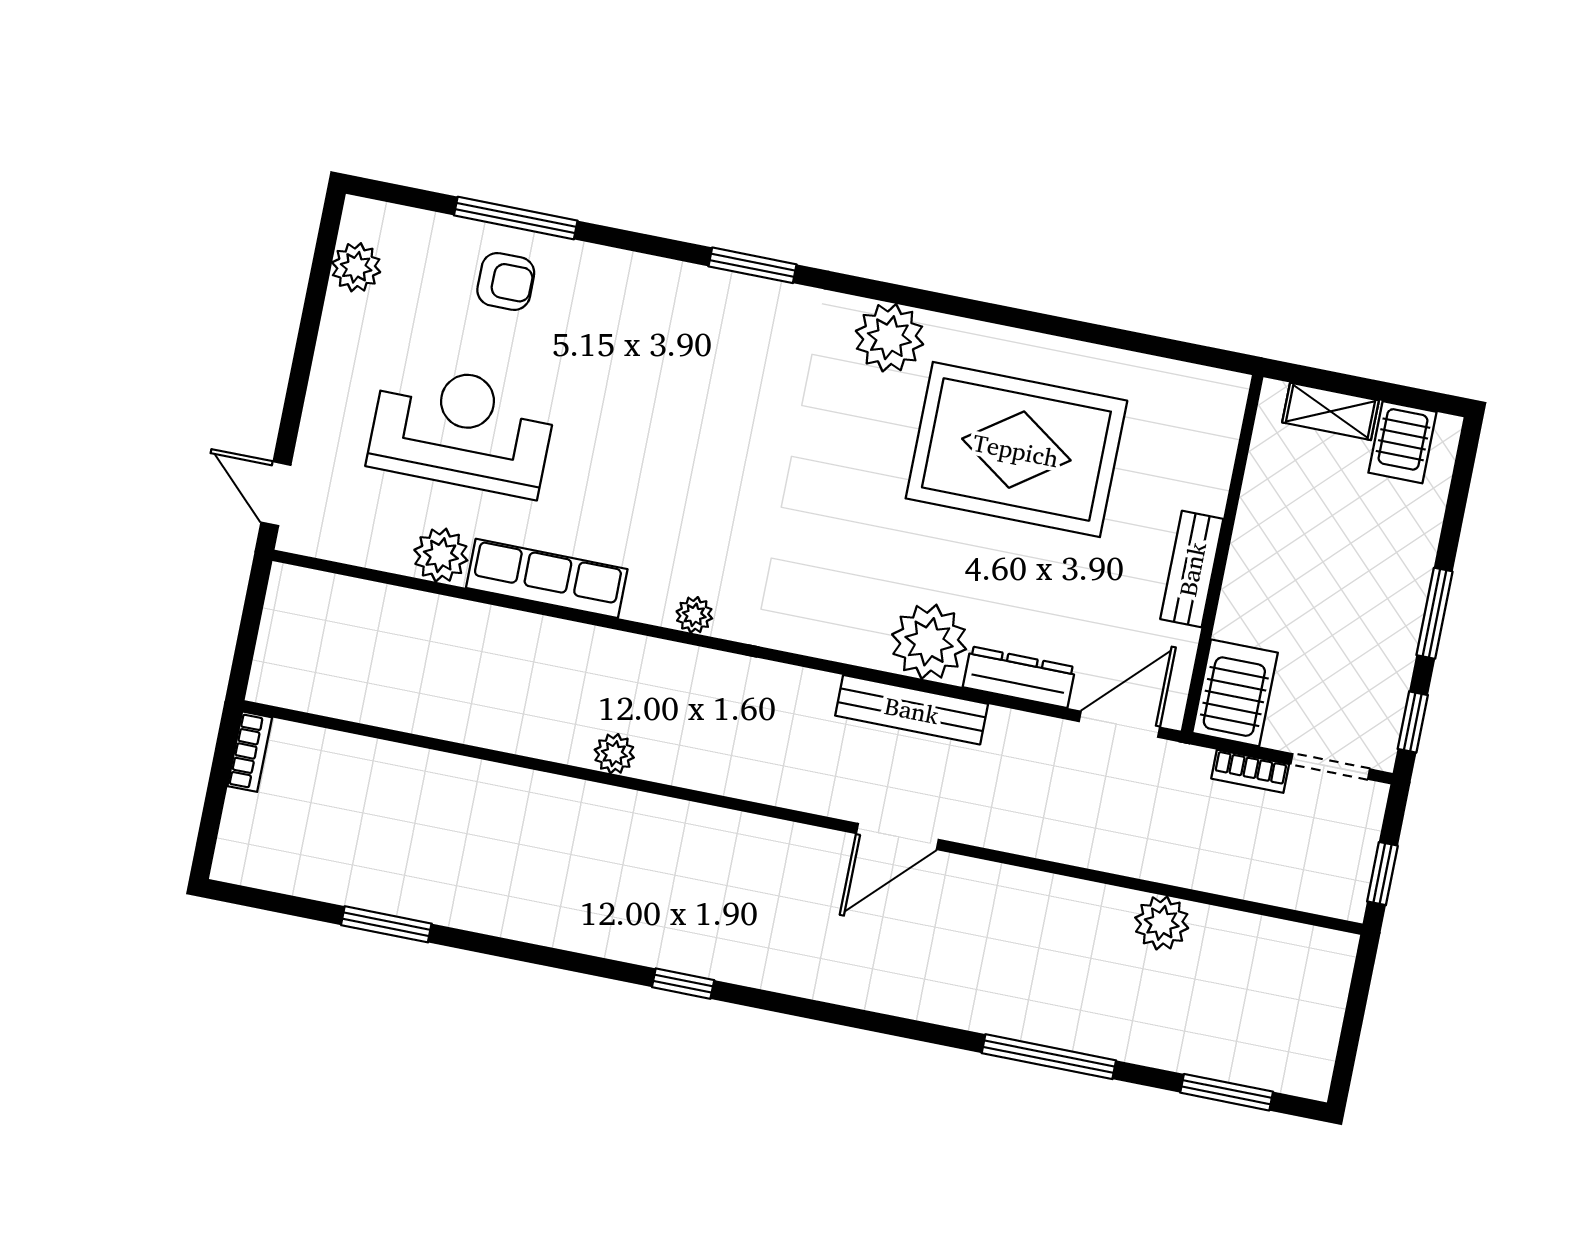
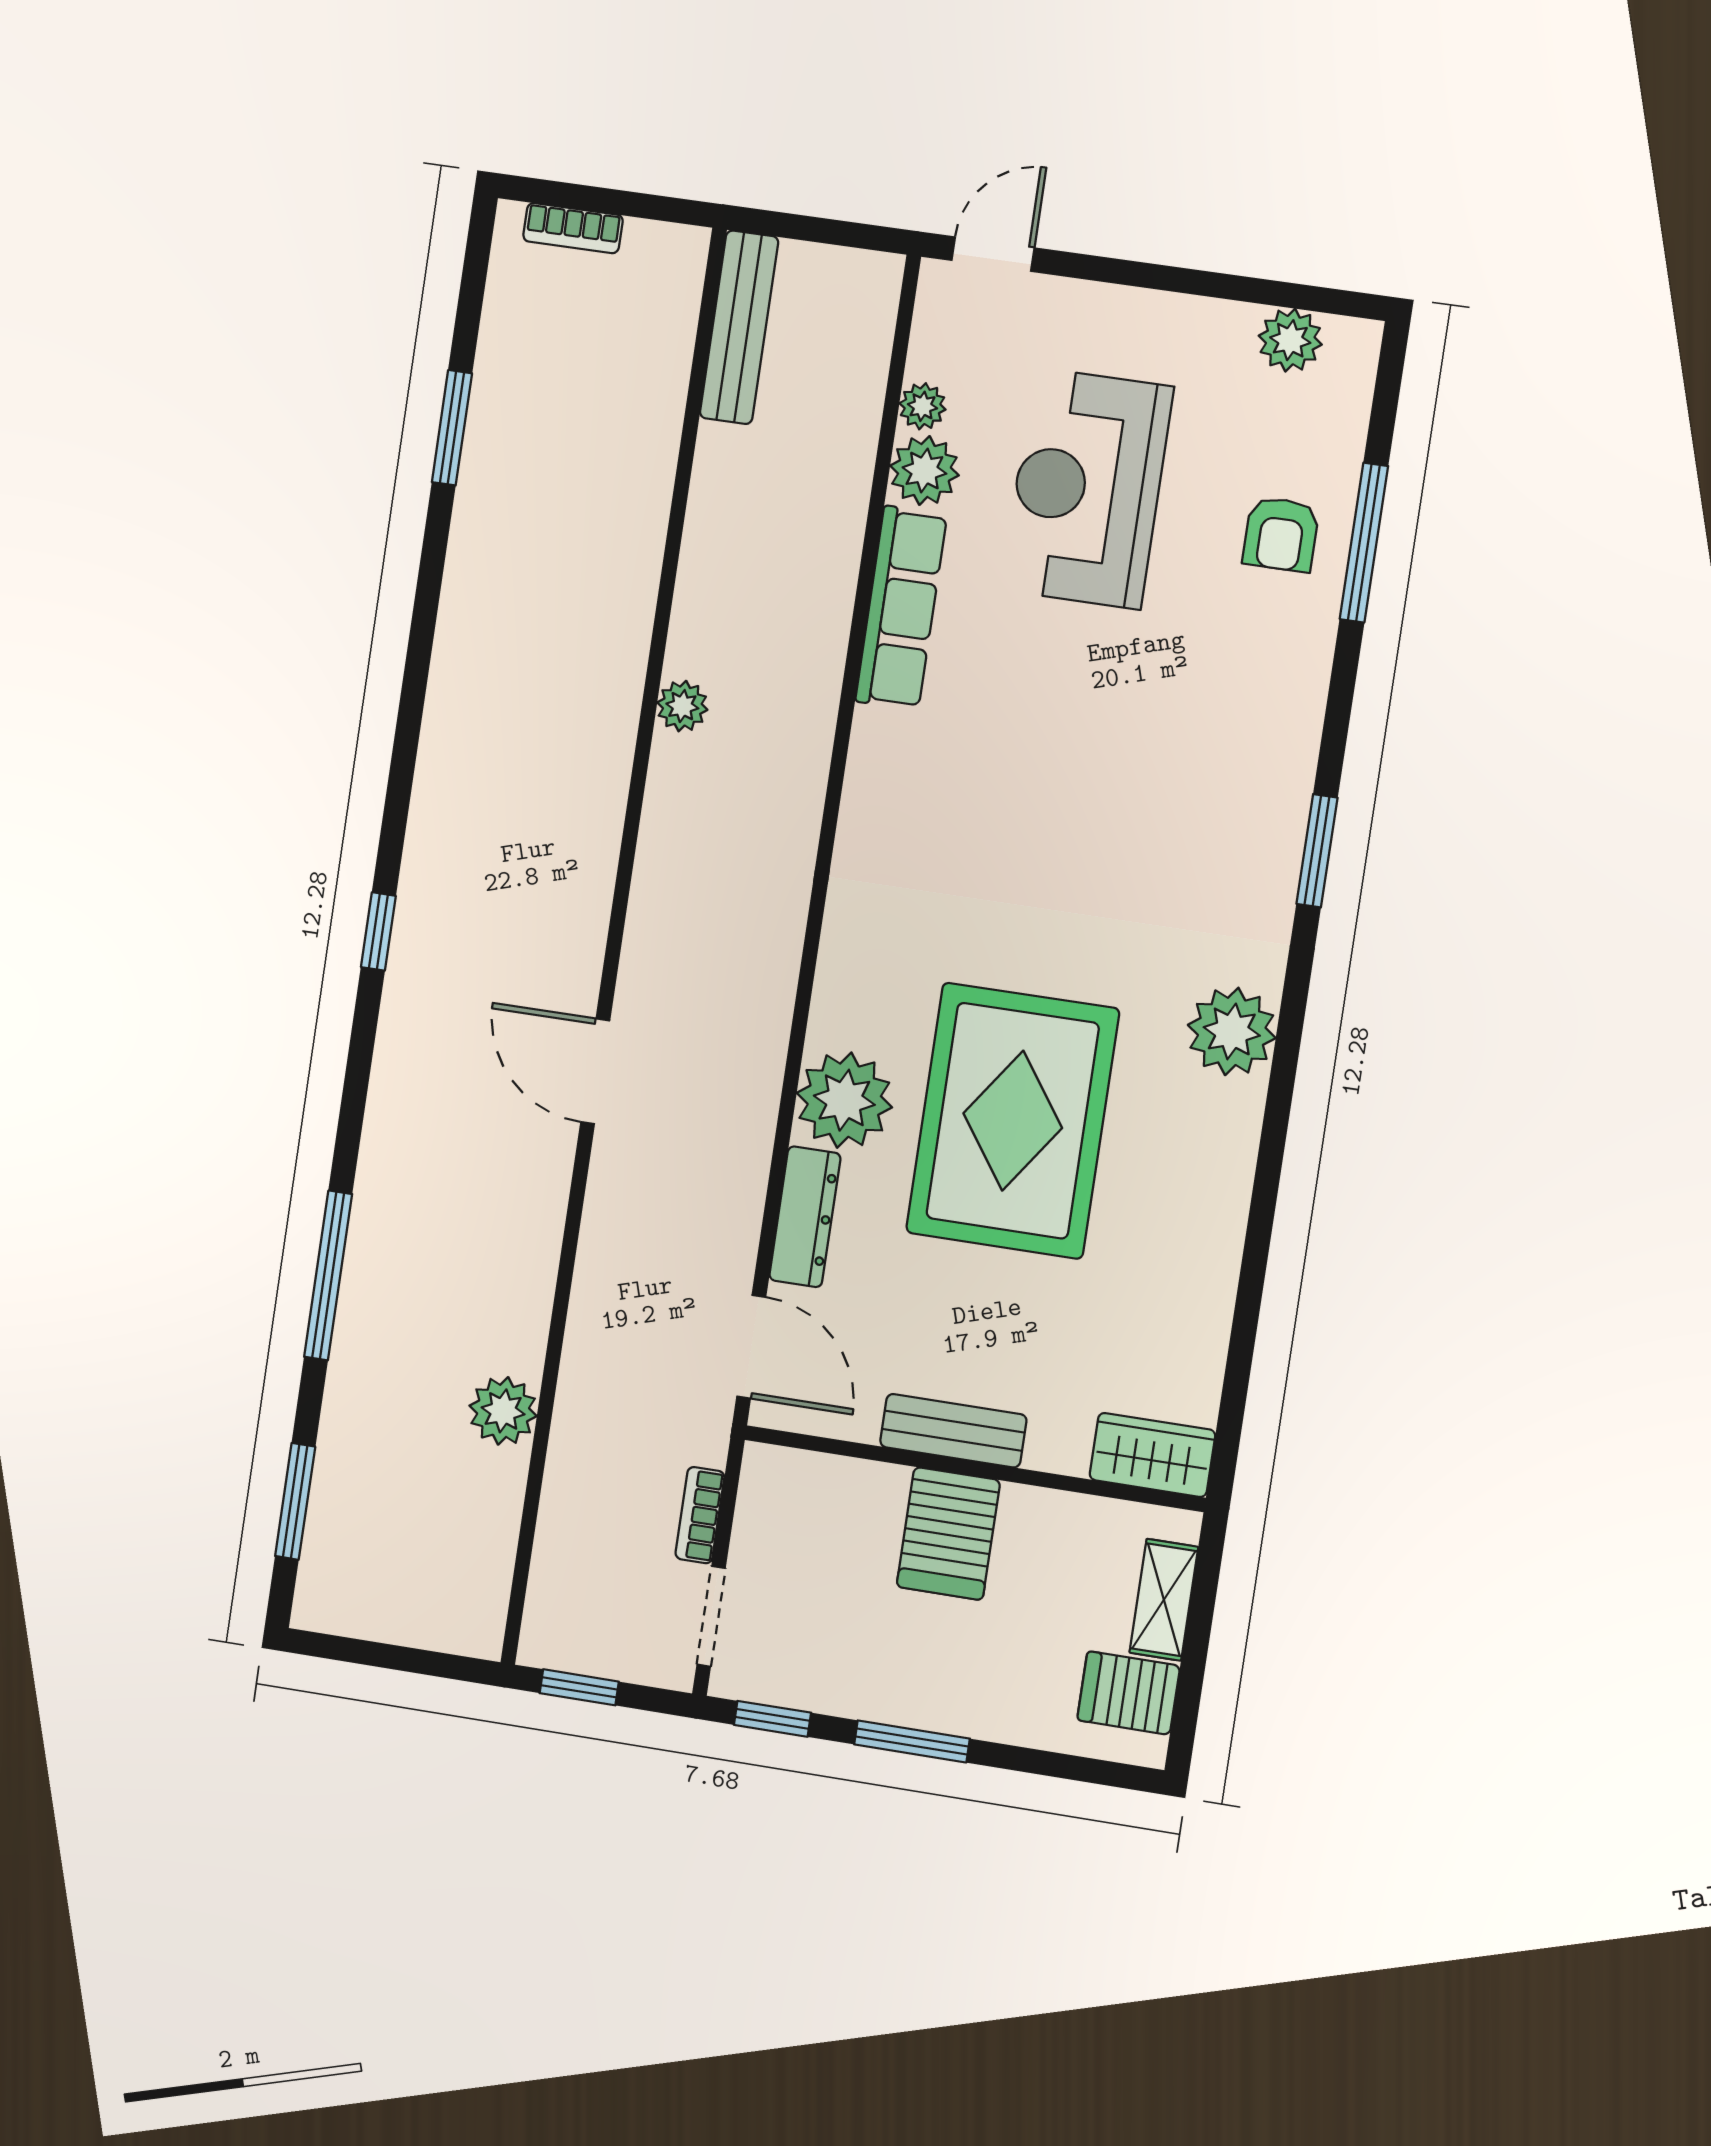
wardrobe: (1217, 415) -> (1152, 1455), added
reception desk: (462, 429) -> (1087, 488), turned 180
rug: (1016, 450) -> (1013, 1121), moved
plant: (694, 615) -> (922, 406), moved
server rack: (1235, 693) -> (948, 1534), moved, turned 90
bench: (912, 710) -> (739, 327), moved
bookcase: (250, 752) -> (573, 228), moved
window: (683, 984) -> (378, 931), moved

